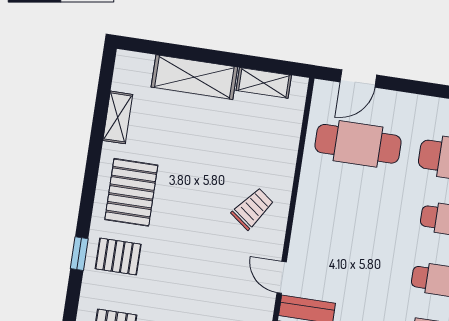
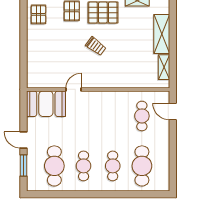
cafe table: (358, 144) -> (142, 116), width x0.73, depth x0.74
trolley: (253, 209) -> (96, 46), moved

